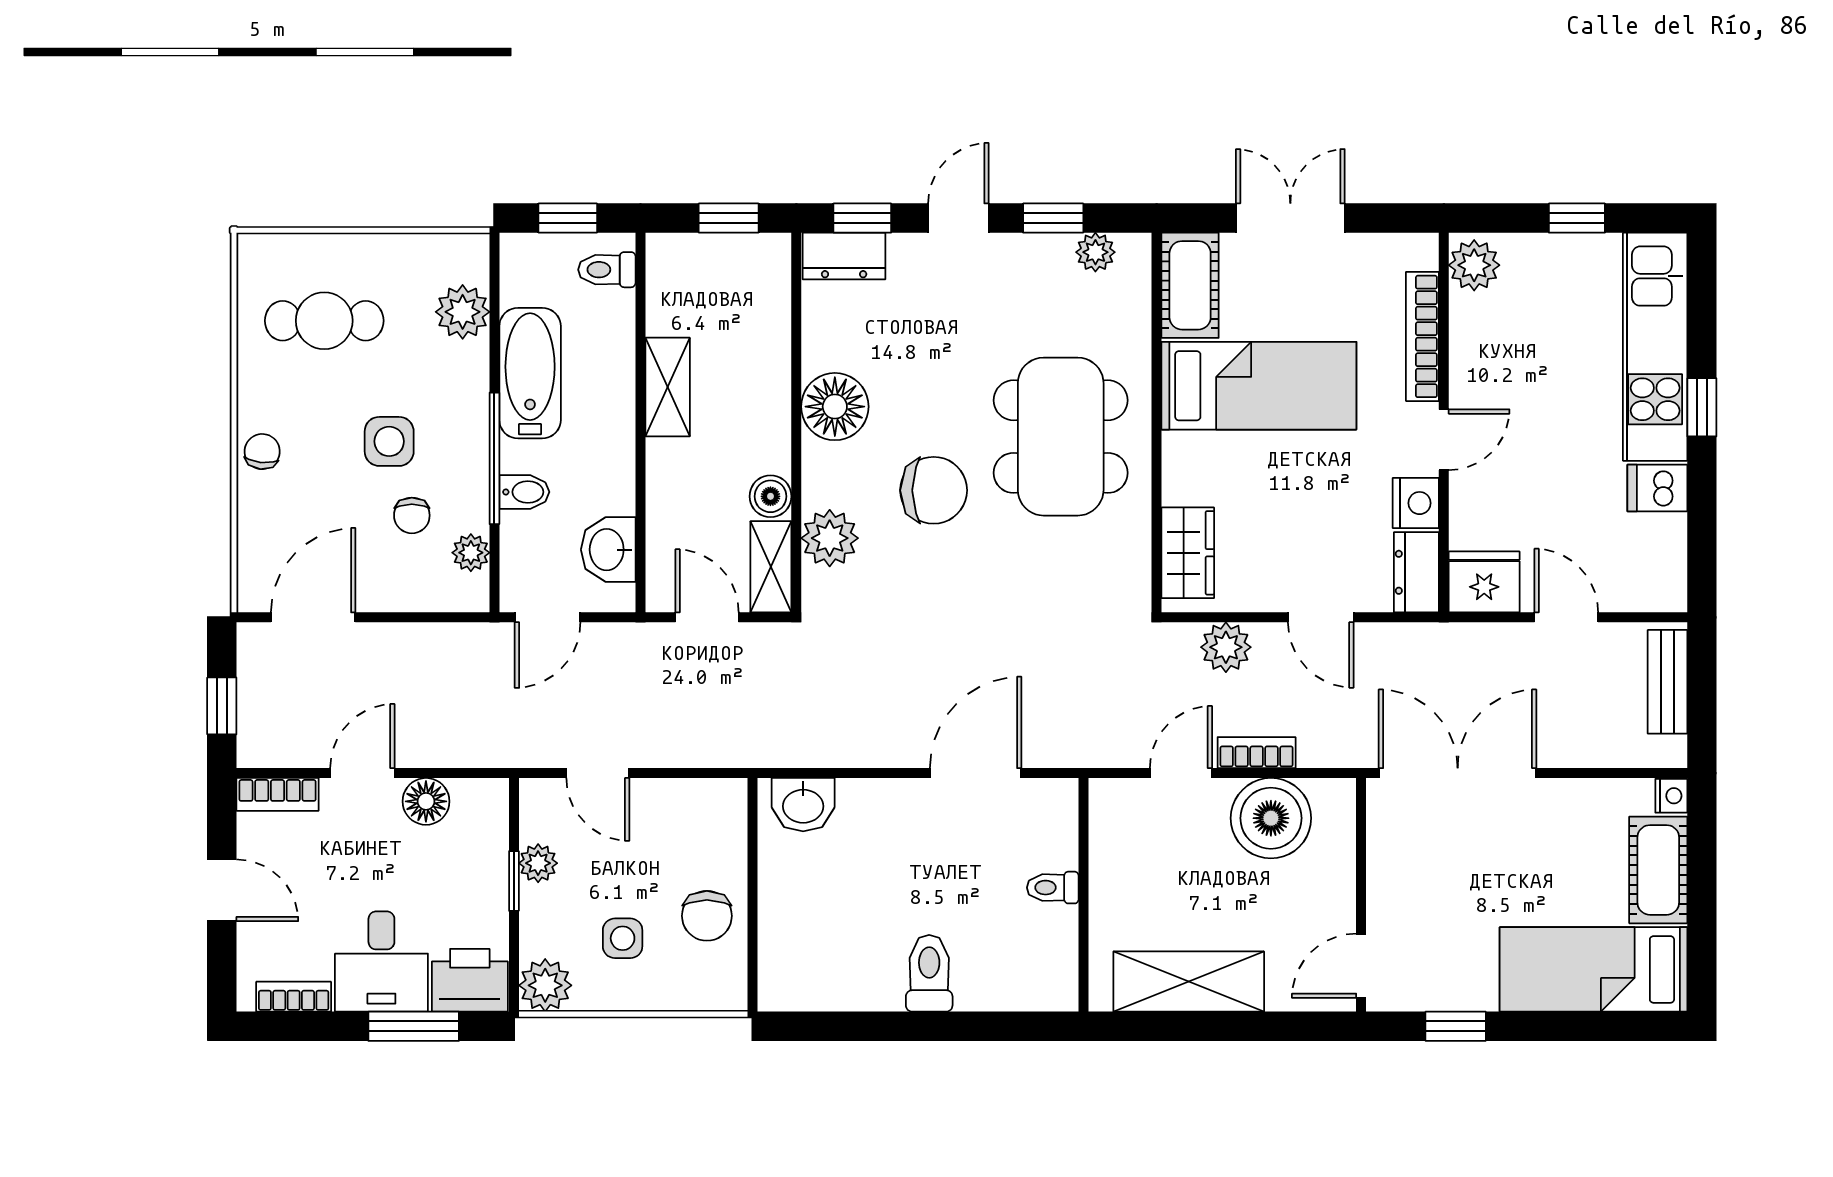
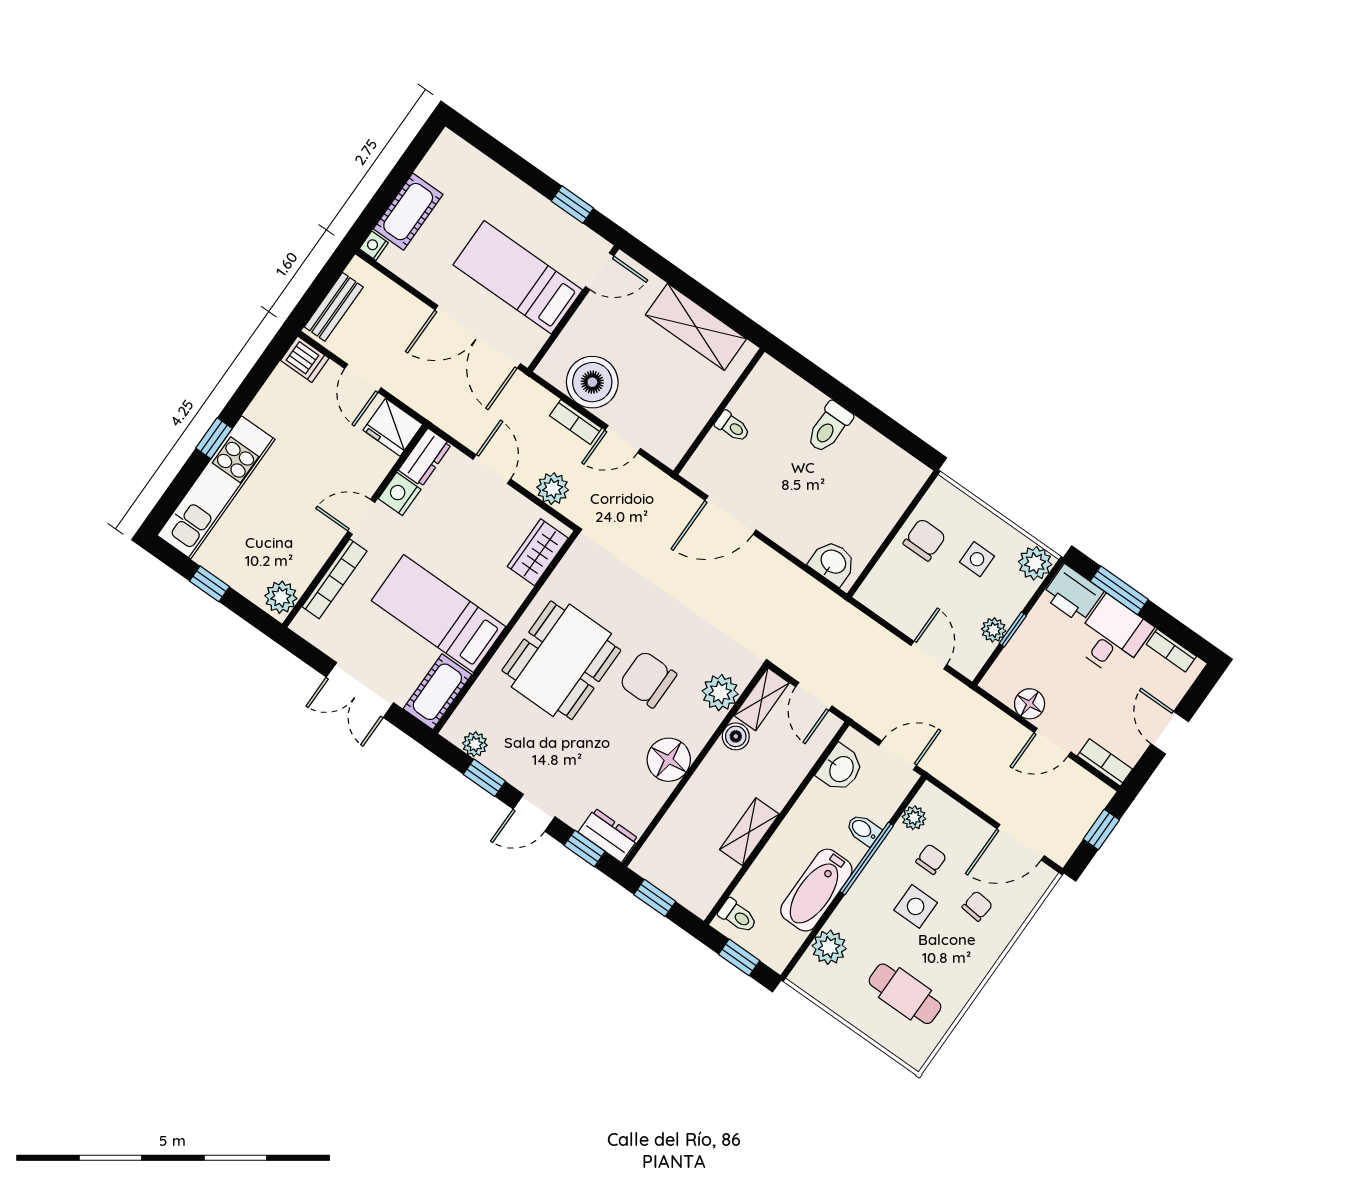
chair: (262, 452) -> (977, 906), moved, turned 180
dishwasher: (1657, 488) -> (305, 359), moved
bed: (1593, 969) -> (518, 277), moved, turned 180

